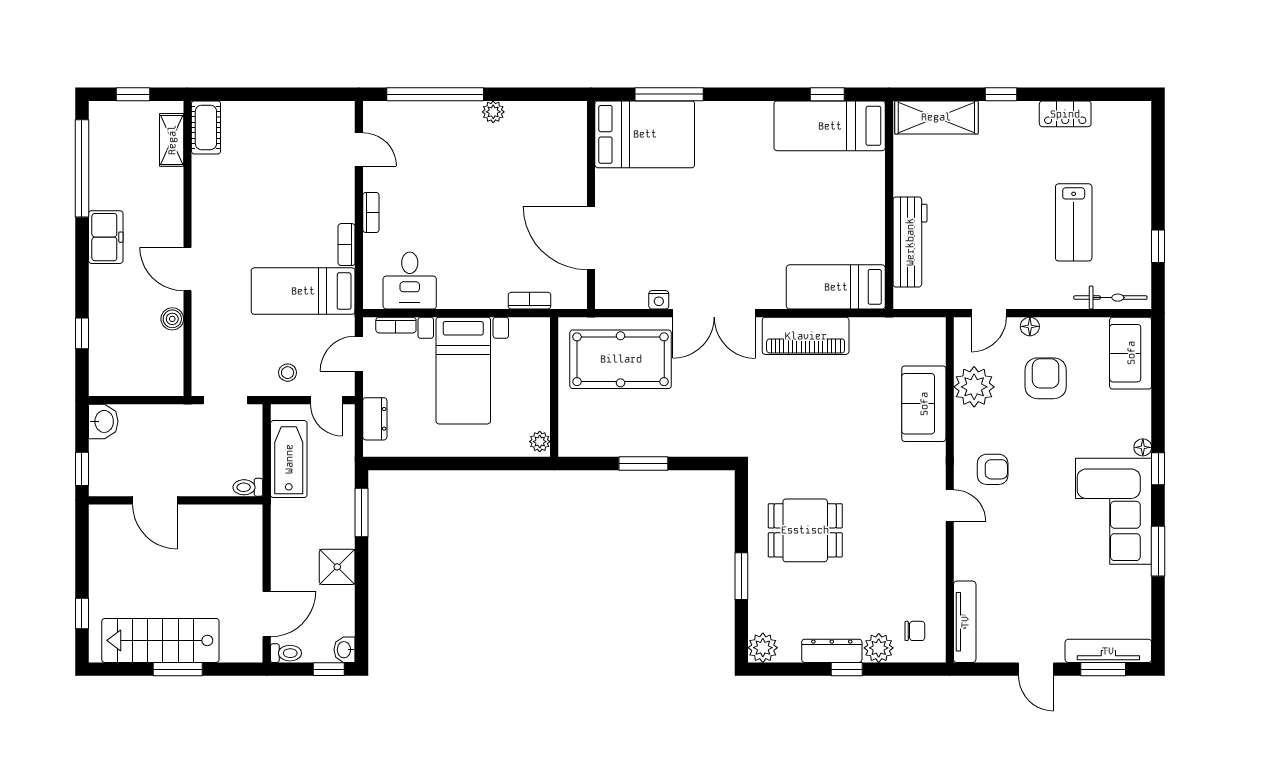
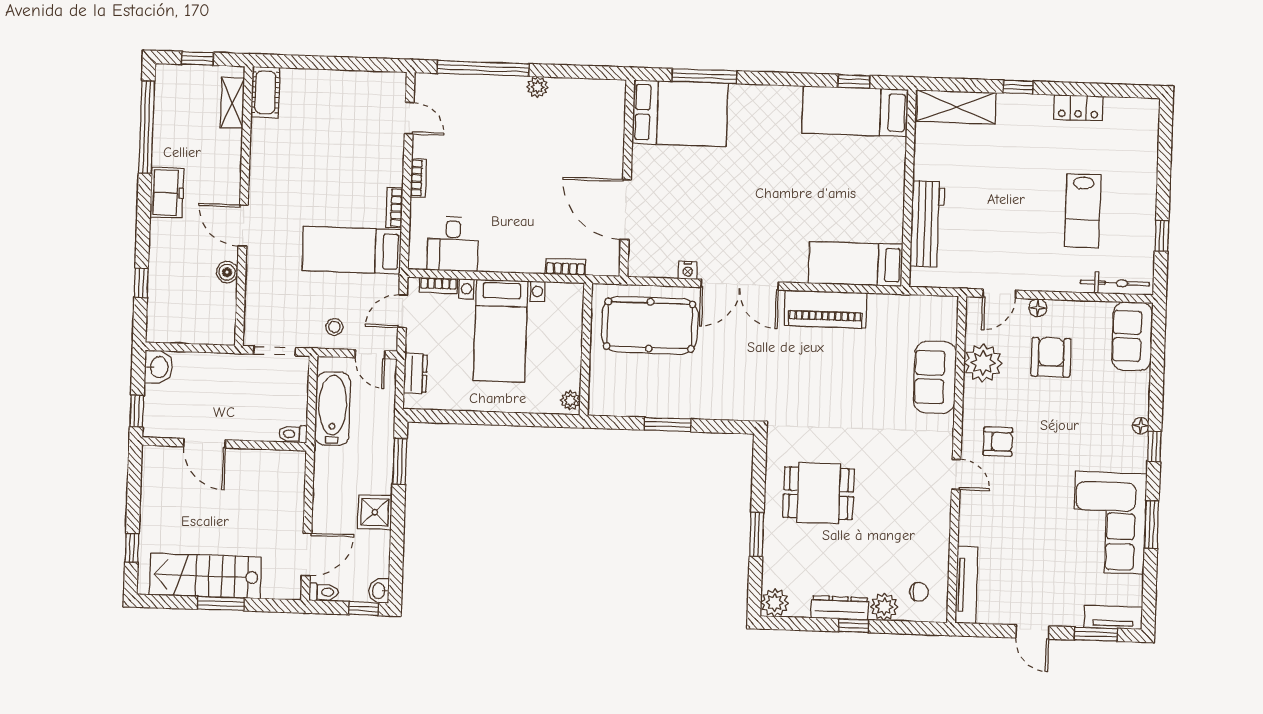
corner sofa: (1114, 511) -> (1110, 523), moved
tv unit: (1108, 651) -> (1113, 617), width x0.71

